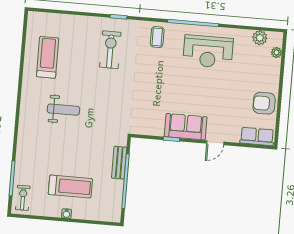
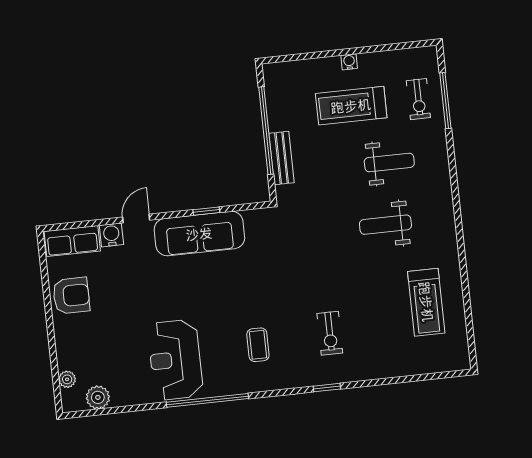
coffee table: (157, 37) -> (258, 345), moved
exercise bike: (110, 50) -> (330, 333), width x0.73, depth x0.72
reception desk: (208, 52) -> (175, 360), turned -90
sofa: (186, 127) -> (199, 234), width x1.36
water cooler: (232, 136) -> (111, 235), added
weight bench: (54, 147) -> (389, 162), added
exercise bike: (23, 198) -> (418, 99), moved

